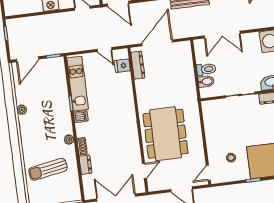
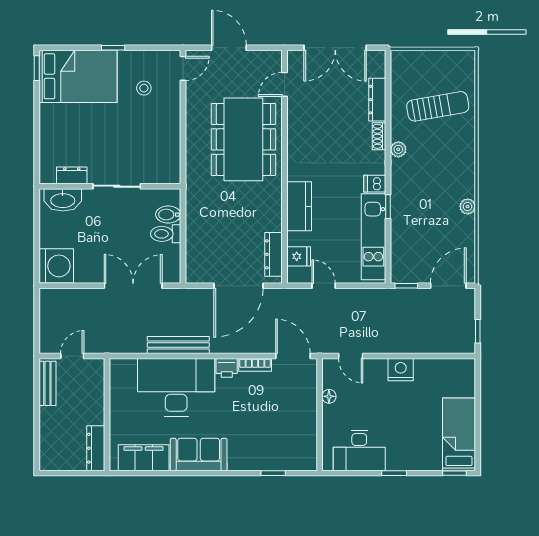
kitchen counter: (126, 97) -> (299, 206), added
dresser: (85, 165) -> (377, 100), width x1.44

